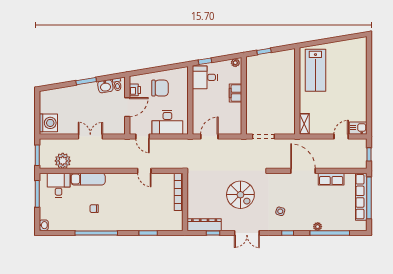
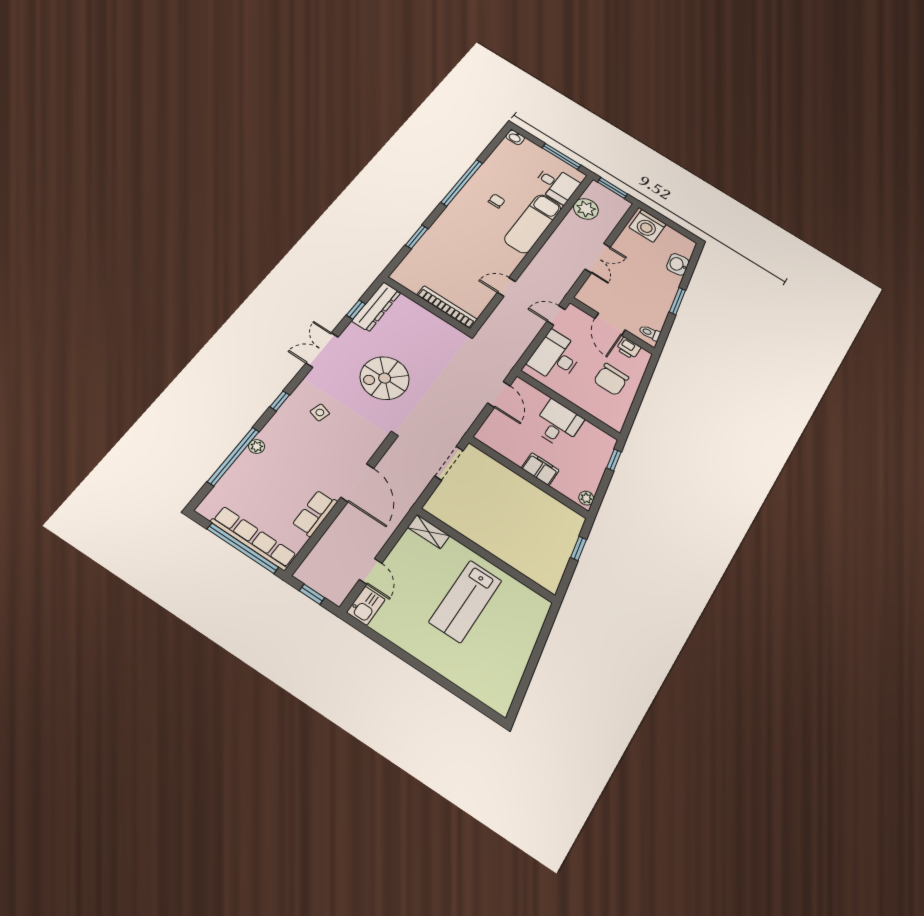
lab bench: (315, 70) -> (465, 601), moved, turned -90
desk: (205, 77) -> (558, 424), moved
washbasin: (105, 86) -> (678, 264), moved
door: (303, 171) -> (357, 483), hinge flipped
exam couch: (88, 179) -> (533, 224), width x1.36, depth x1.45

